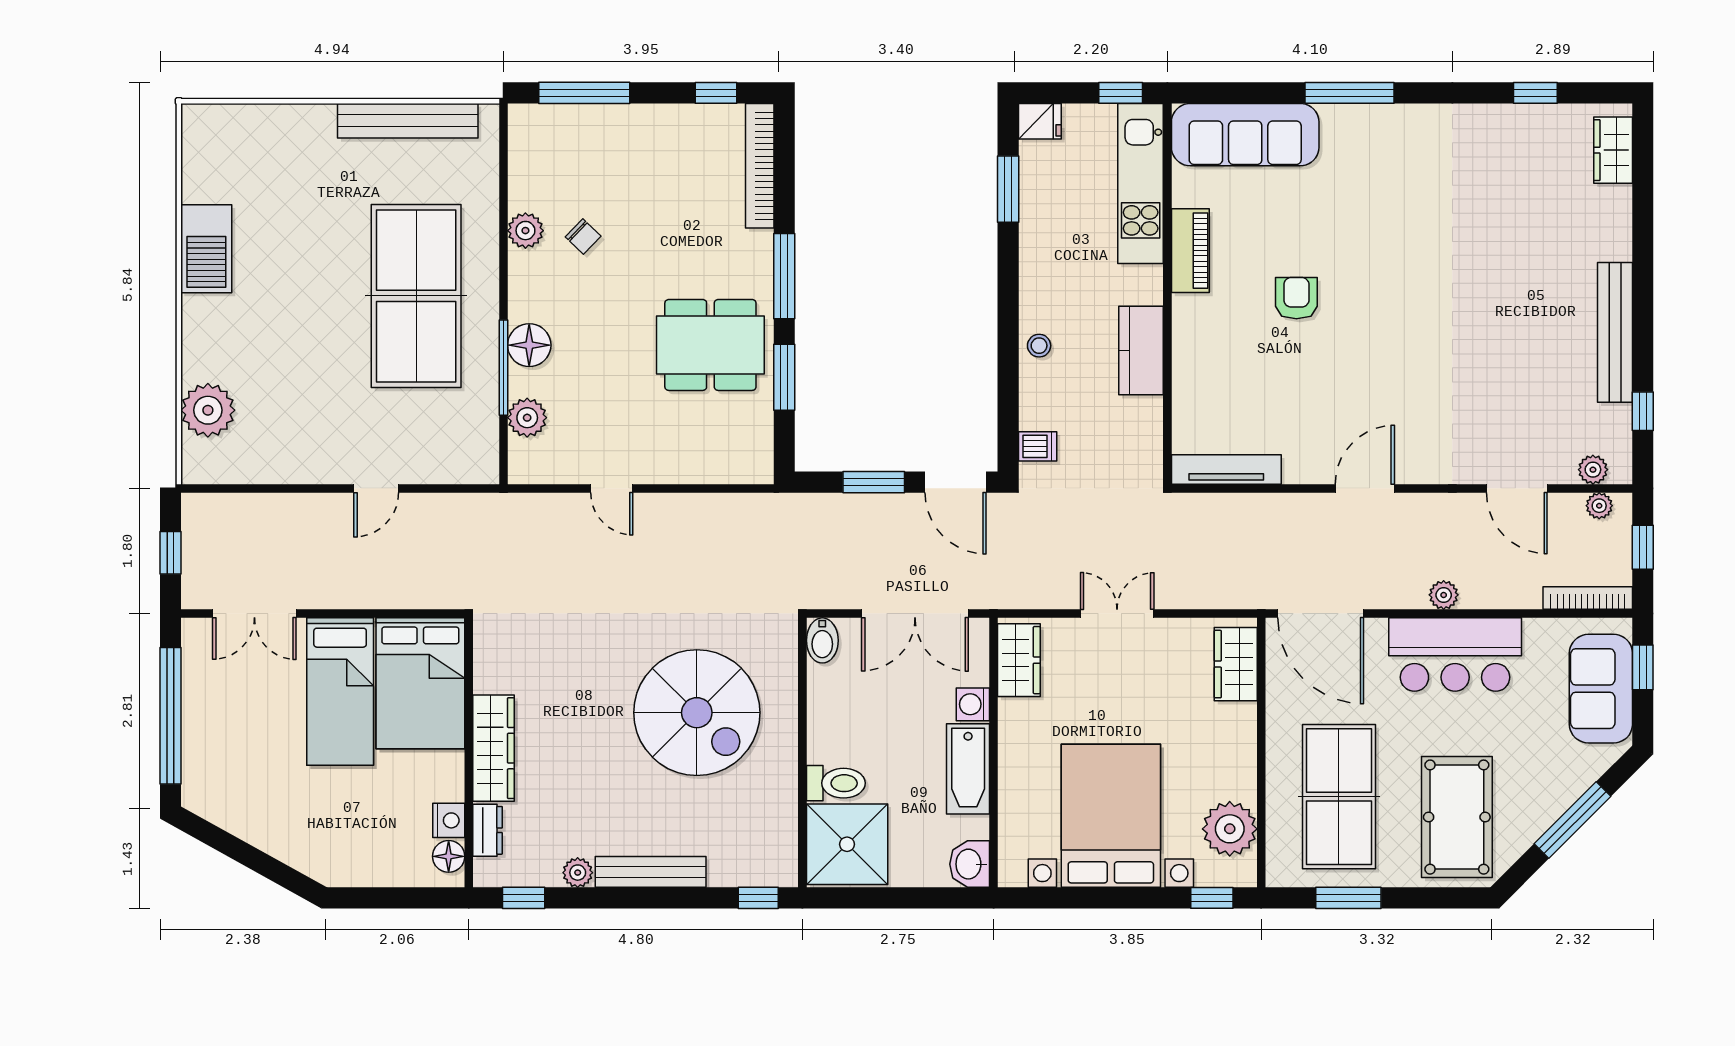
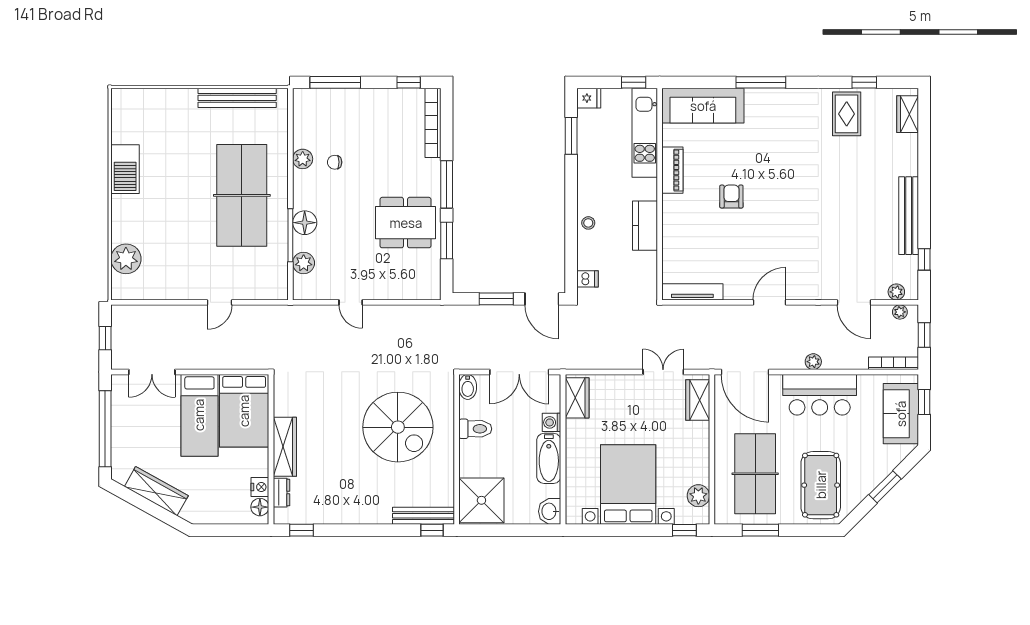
rug: (1503, 150) -> (847, 114), added
chair: (583, 236) -> (335, 162), turned 136
double door: (1117, 614) -> (663, 372), moved
toilet: (836, 783) -> (475, 429), moved
window: (1573, 820) -> (885, 487), width x0.69
wardrobe: (262, 828) -> (156, 491), added
plant: (1230, 829) -> (698, 496), width x0.73, depth x0.73
bench: (651, 872) -> (423, 516), moved
plant: (578, 873) -> (332, 516), removed

